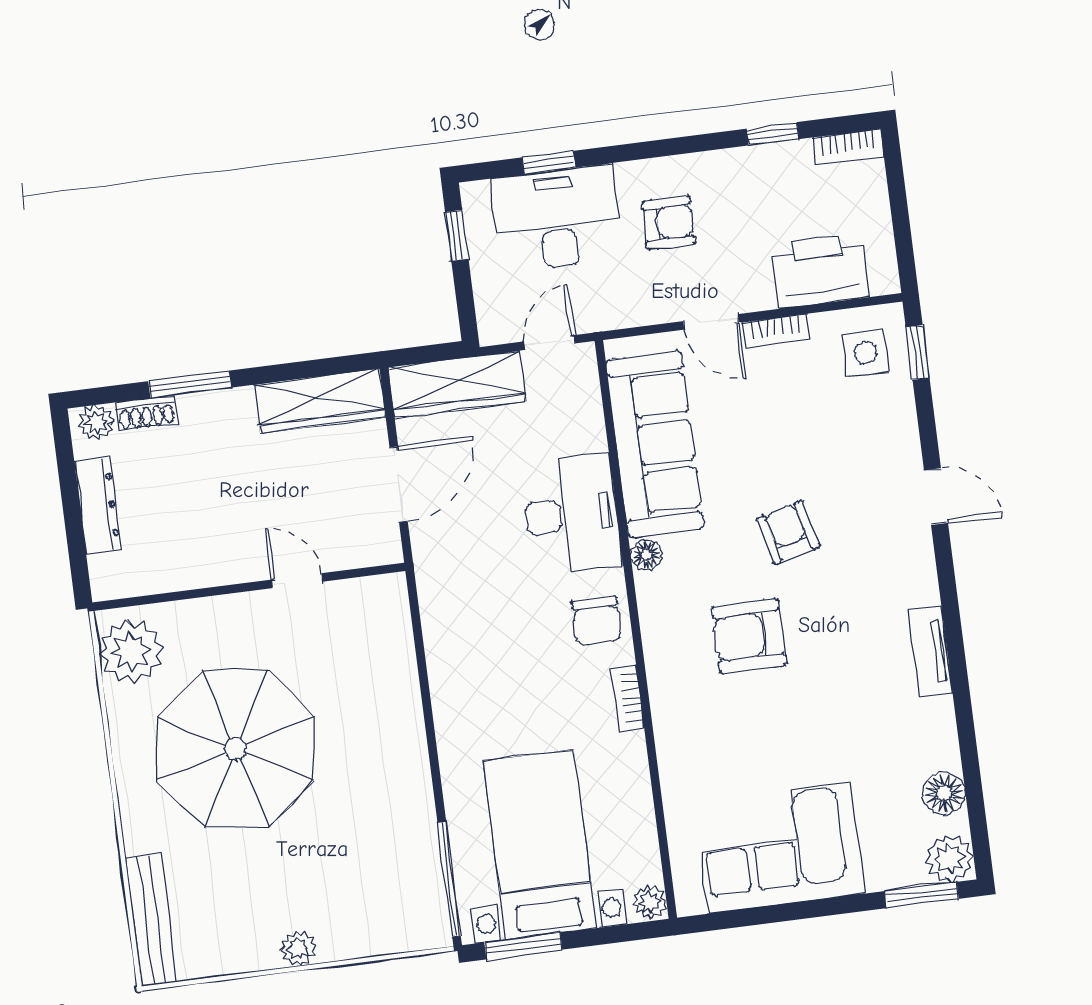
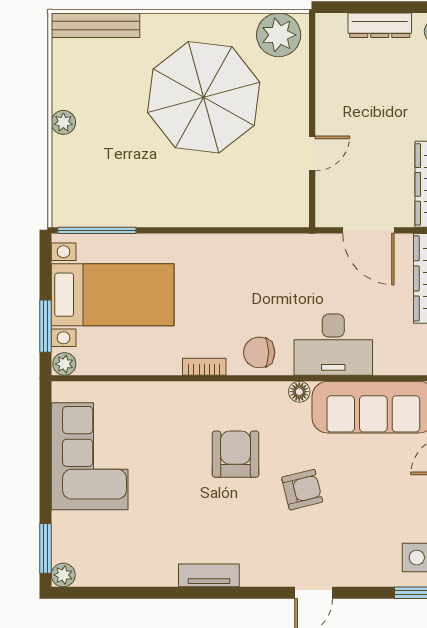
floor lamp: (944, 793) -> (112, 572), removed
plant: (950, 859) -> (63, 575), width x0.73, depth x0.73
window: (523, 946) -> (45, 326), moved

